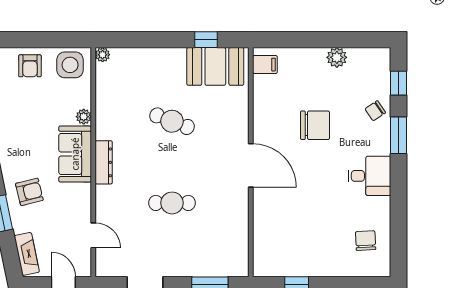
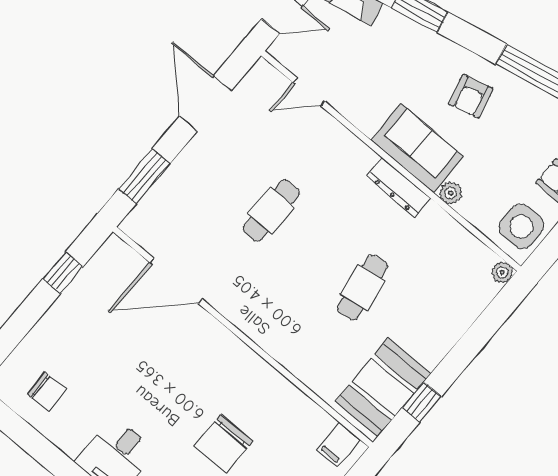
cafe table: (172, 121) -> (363, 287), turned -30
dresser: (104, 162) -> (399, 187), moved
door: (251, 165) -> (176, 281), moved
armchair: (29, 192) -> (471, 96), moved

